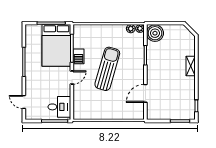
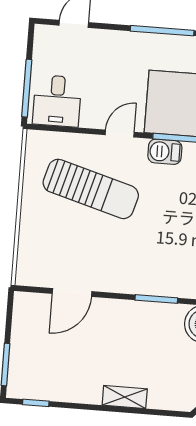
sun lounger: (107, 69) -> (91, 189), moved
door: (72, 77) -> (120, 133), swing flipped
door: (145, 93) -> (72, 293), swing flipped

